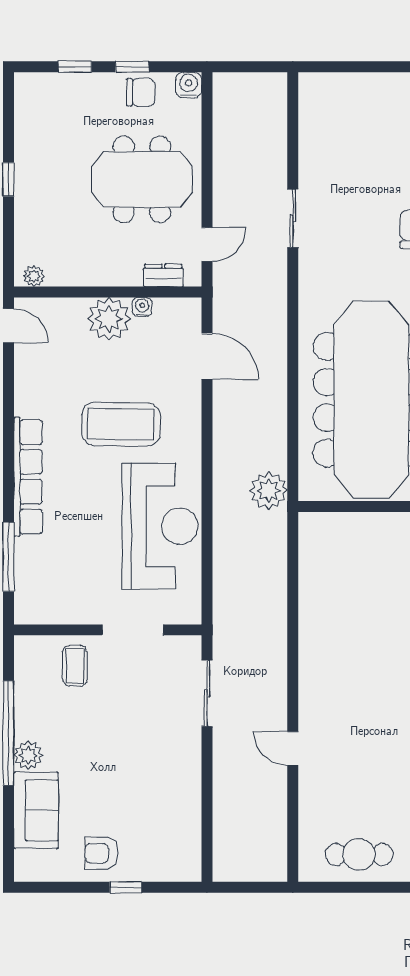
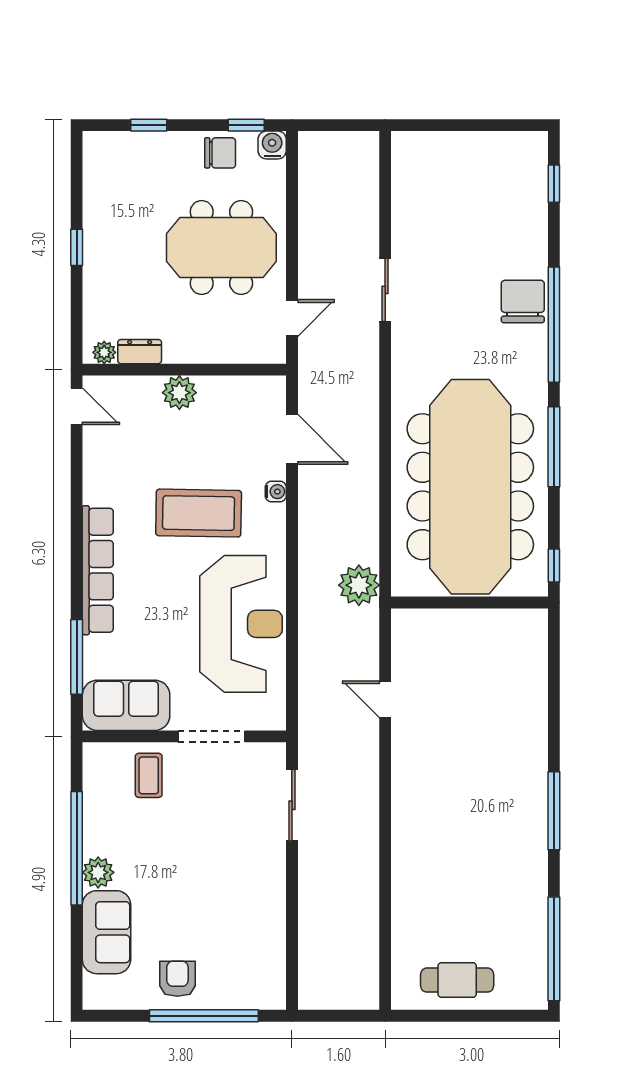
window: (132, 67) -> (246, 125), moved
dresser: (163, 275) -> (140, 352), moved
water cooler: (142, 307) -> (276, 492), moved, turned 90
plant: (109, 319) -> (179, 393), width x0.73, depth x0.73
sofa: (54, 601) -> (126, 705), added
door: (293, 748) -> (385, 699), moved
armchair: (101, 853) -> (177, 979), turned 90
window: (126, 887) -> (204, 1016), width x3.17

